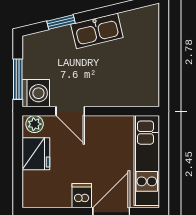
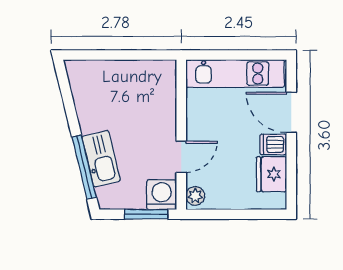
window: (61, 22) -> (84, 167), width x2.17
kitchen sink: (97, 31) -> (101, 159), moved
fridge: (36, 154) -> (271, 174), moved, turned -90

